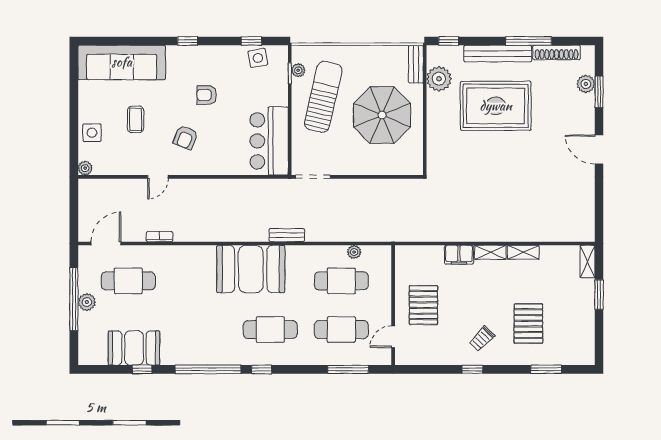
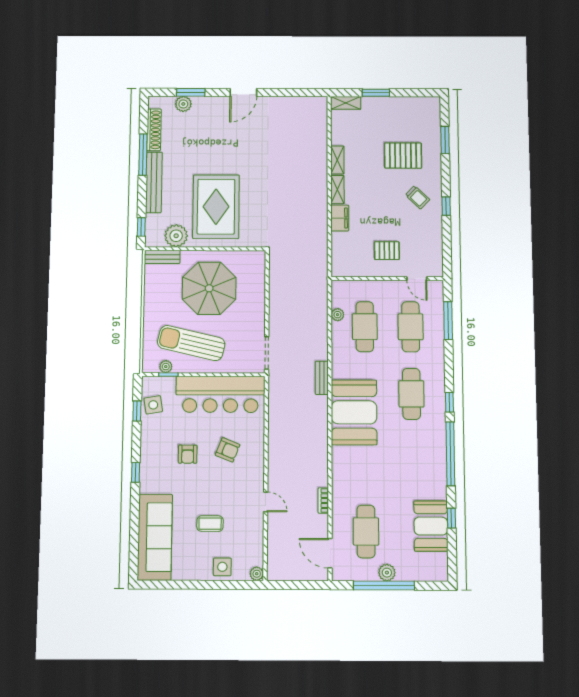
rug: (496, 106) -> (216, 207), moved
armchair: (186, 137) -> (228, 450), moved
bar counter: (269, 141) -> (220, 394), width x1.36
pallet: (423, 305) -> (387, 251), width x0.67, depth x0.71

